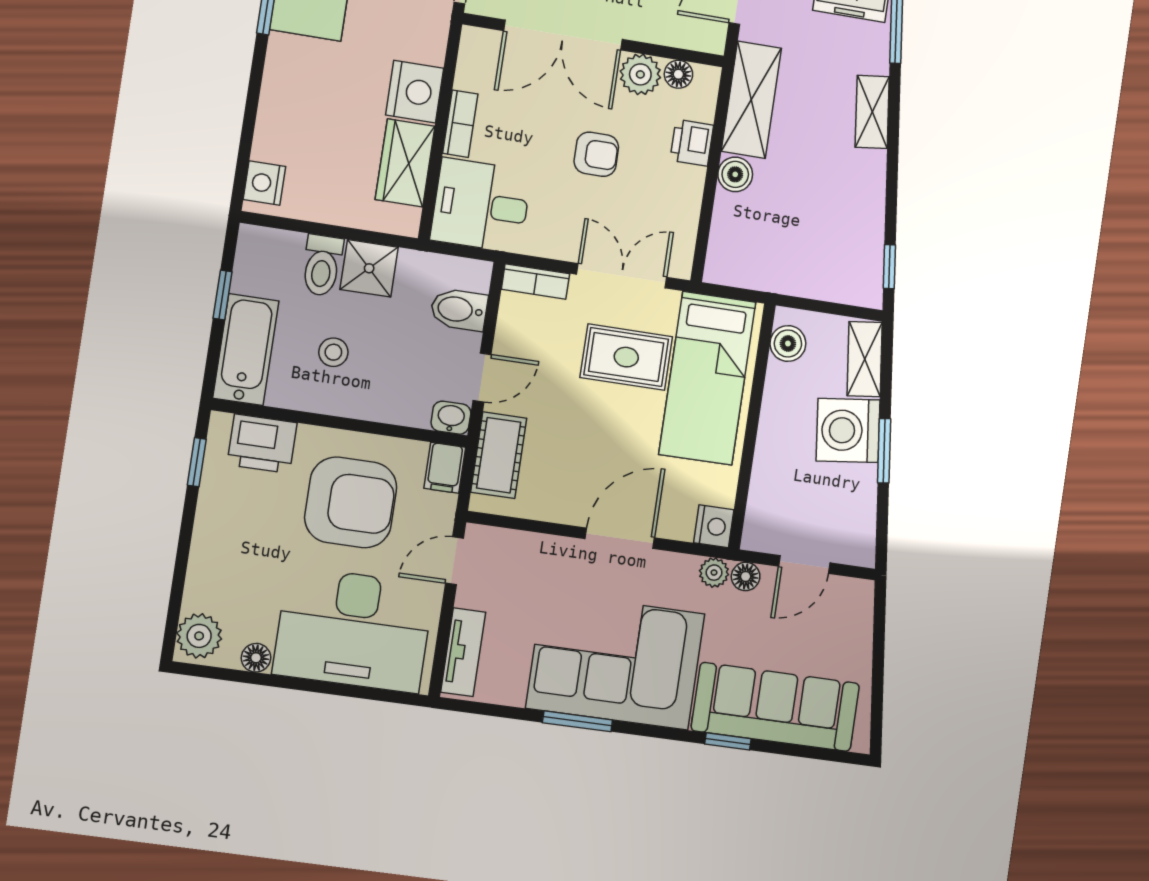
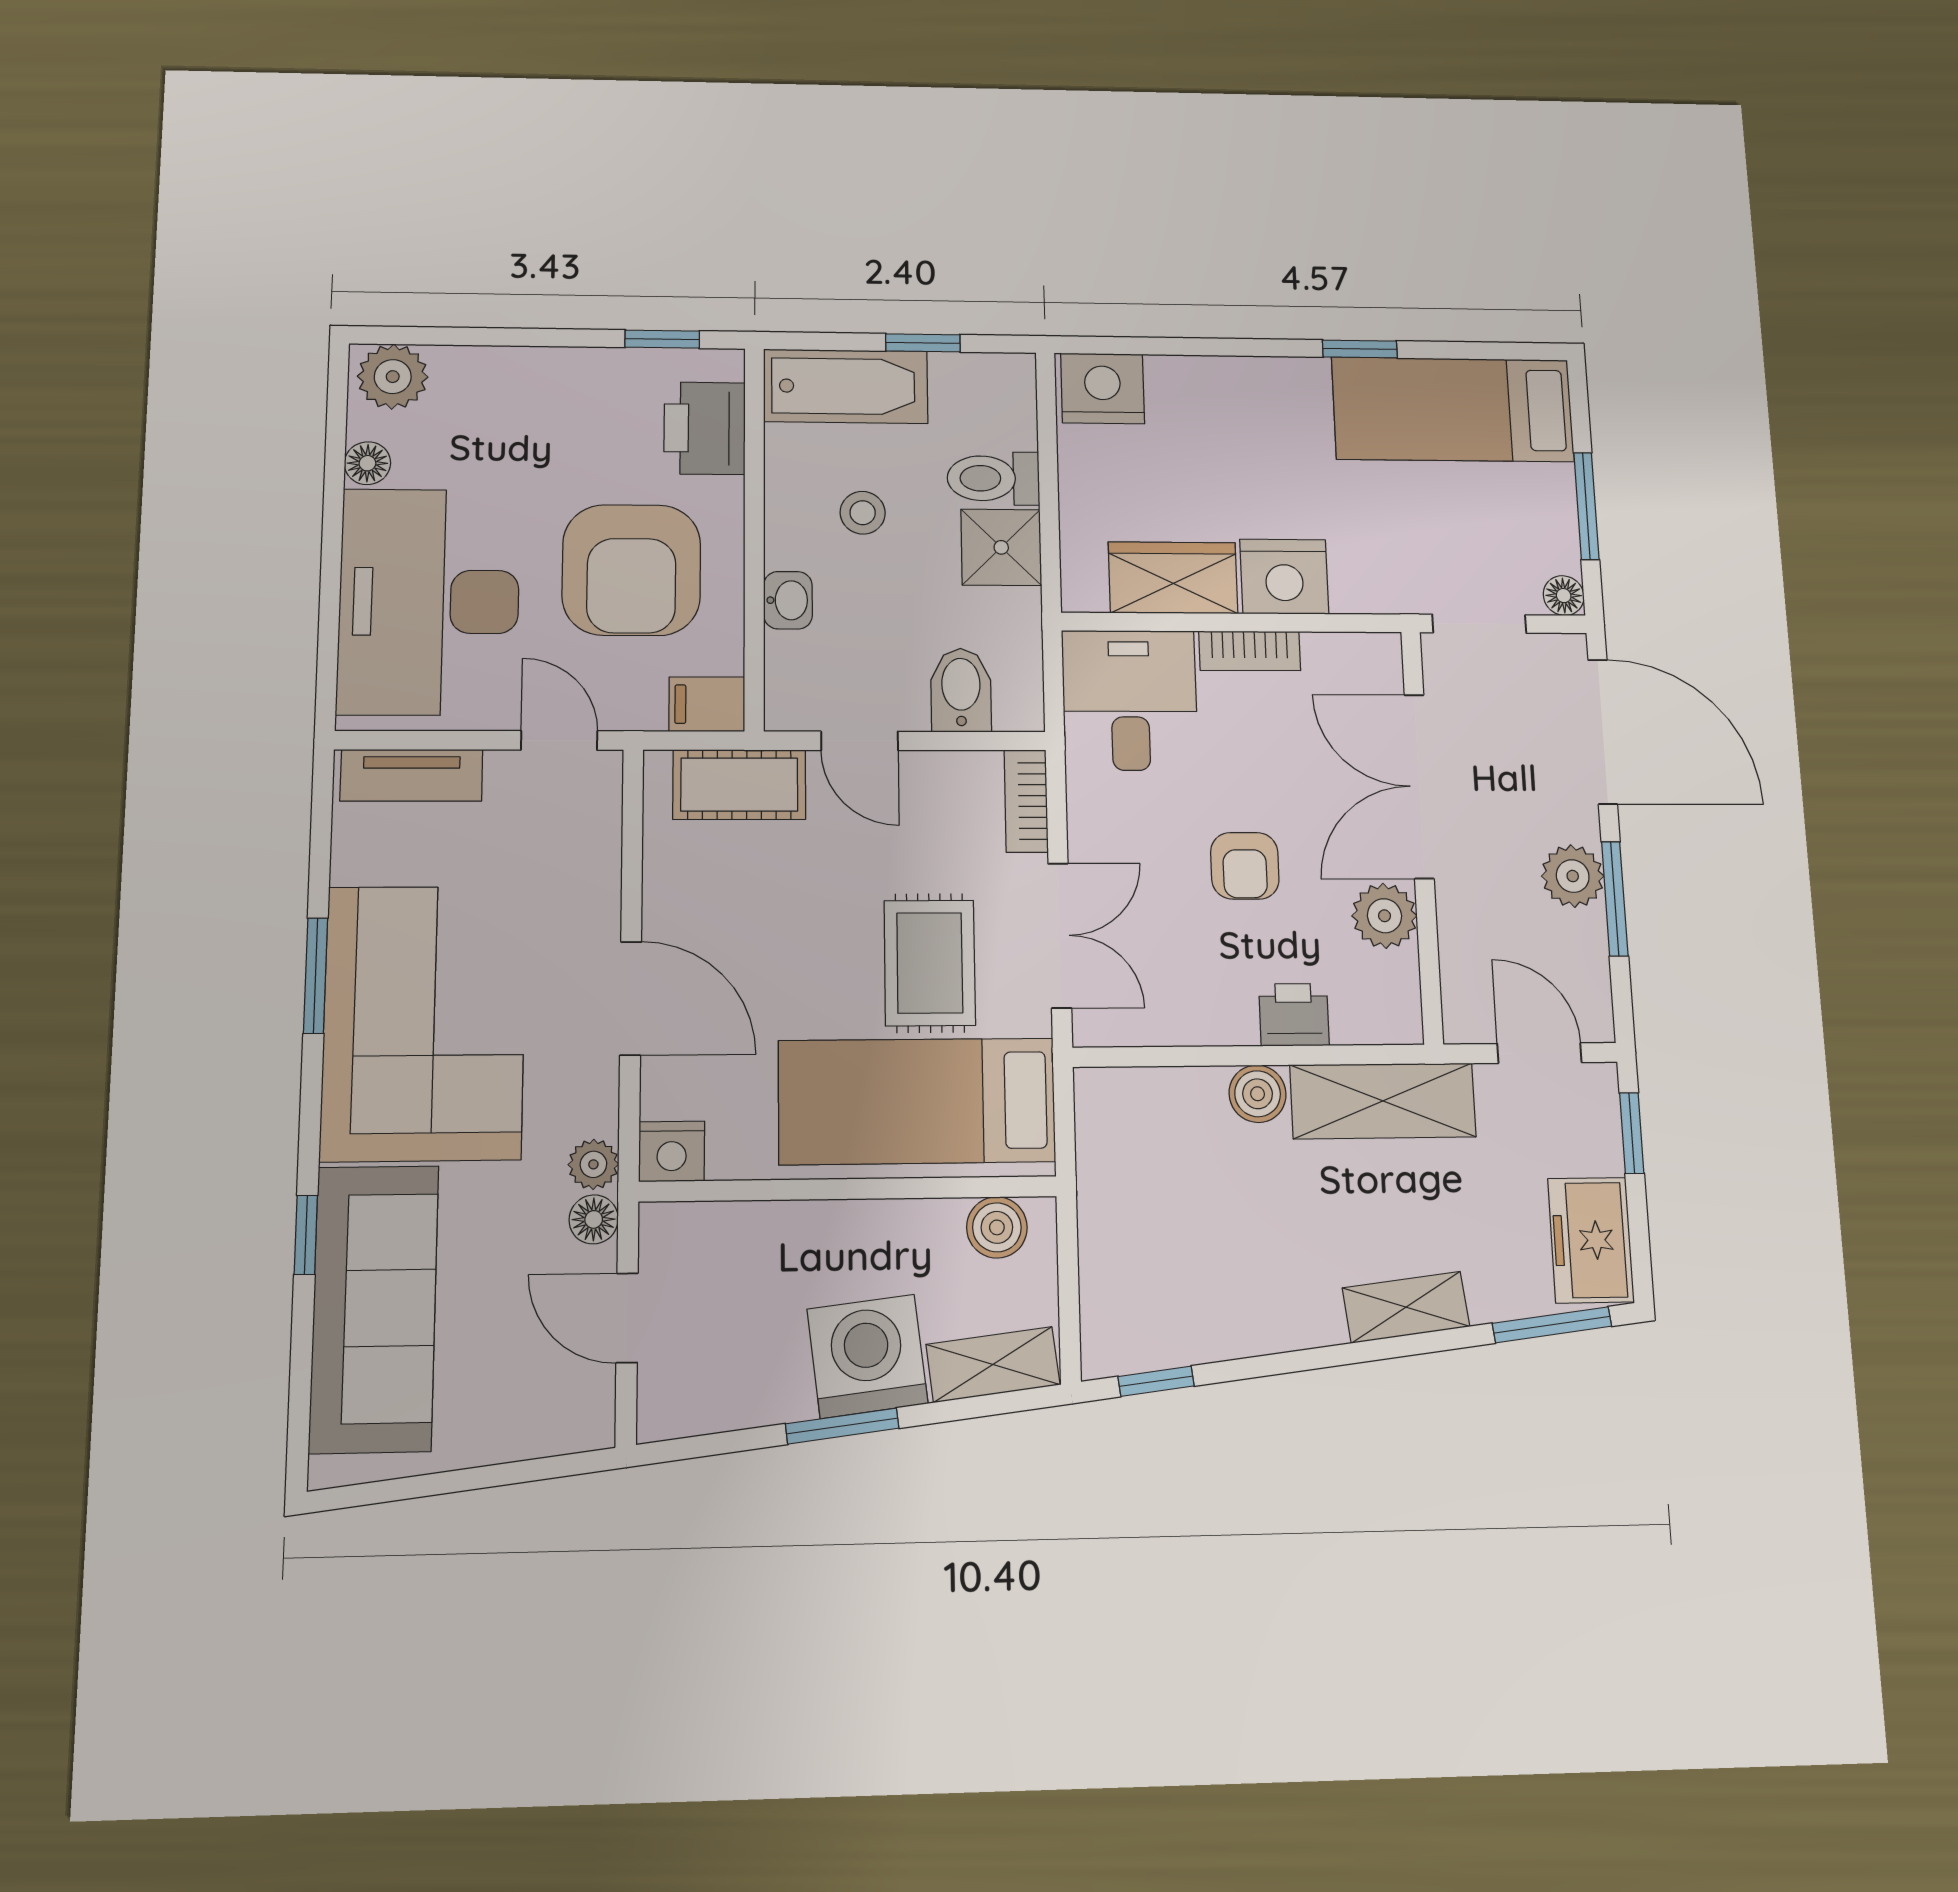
floor lamp: (678, 74) -> (1398, 976), removed
nightstand: (264, 183) -> (1103, 388), width x1.36, depth x1.33
washbasin: (451, 418) -> (788, 600), moved

